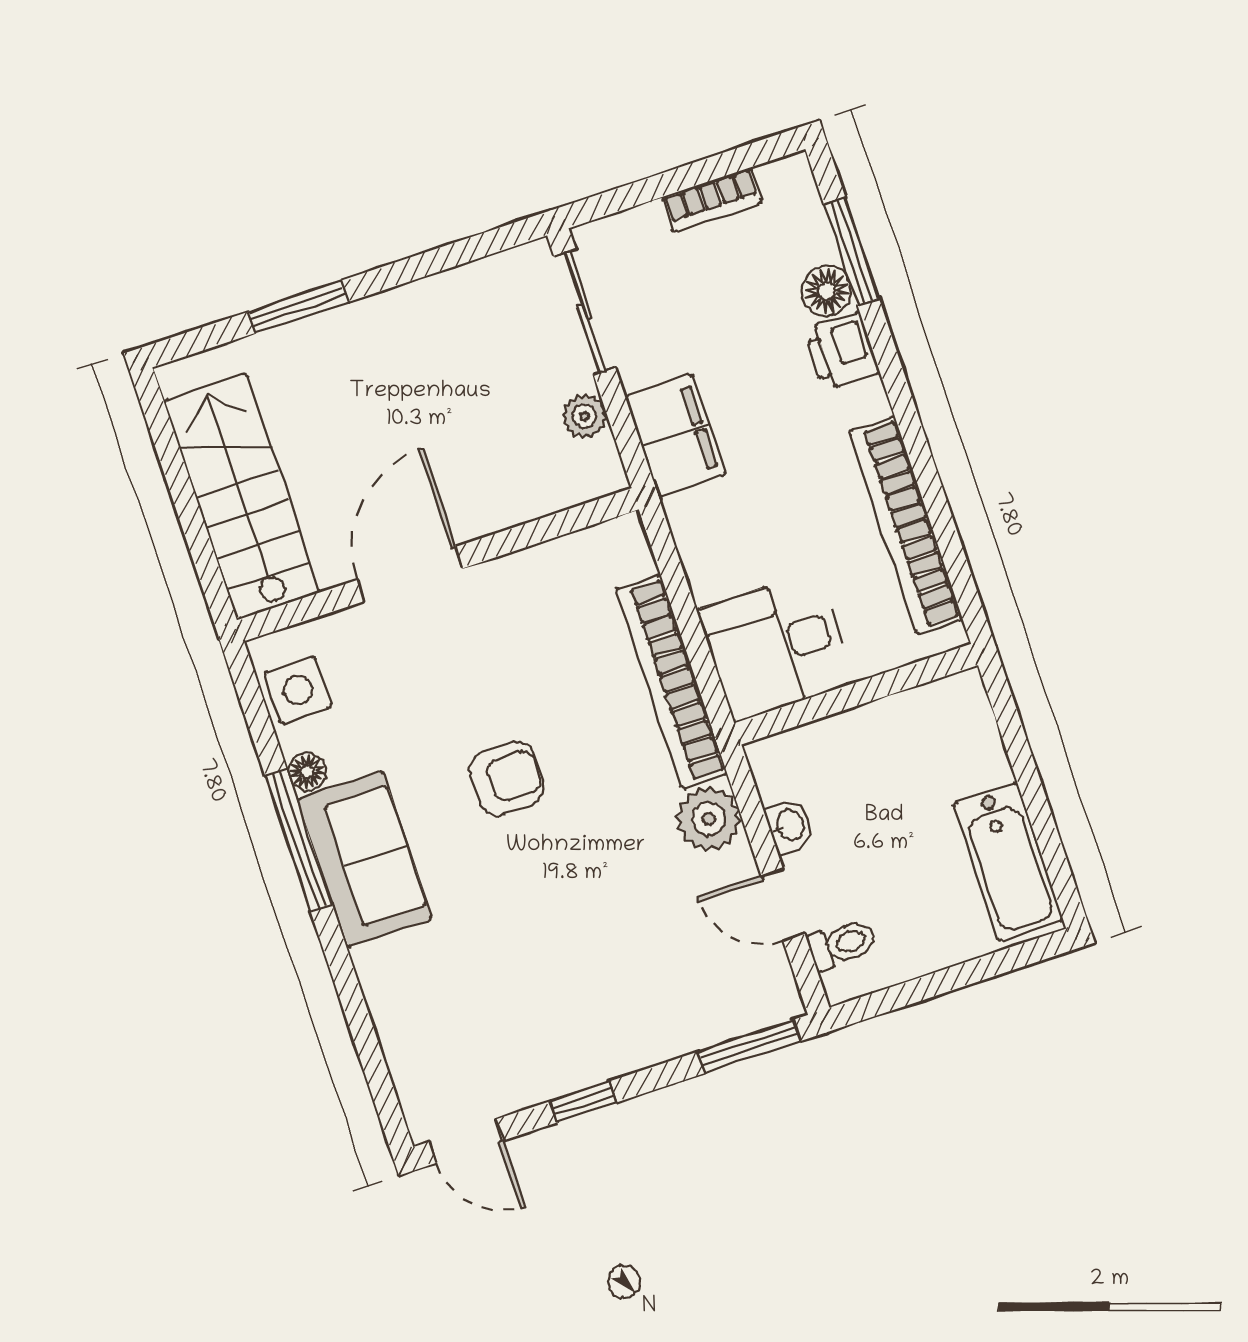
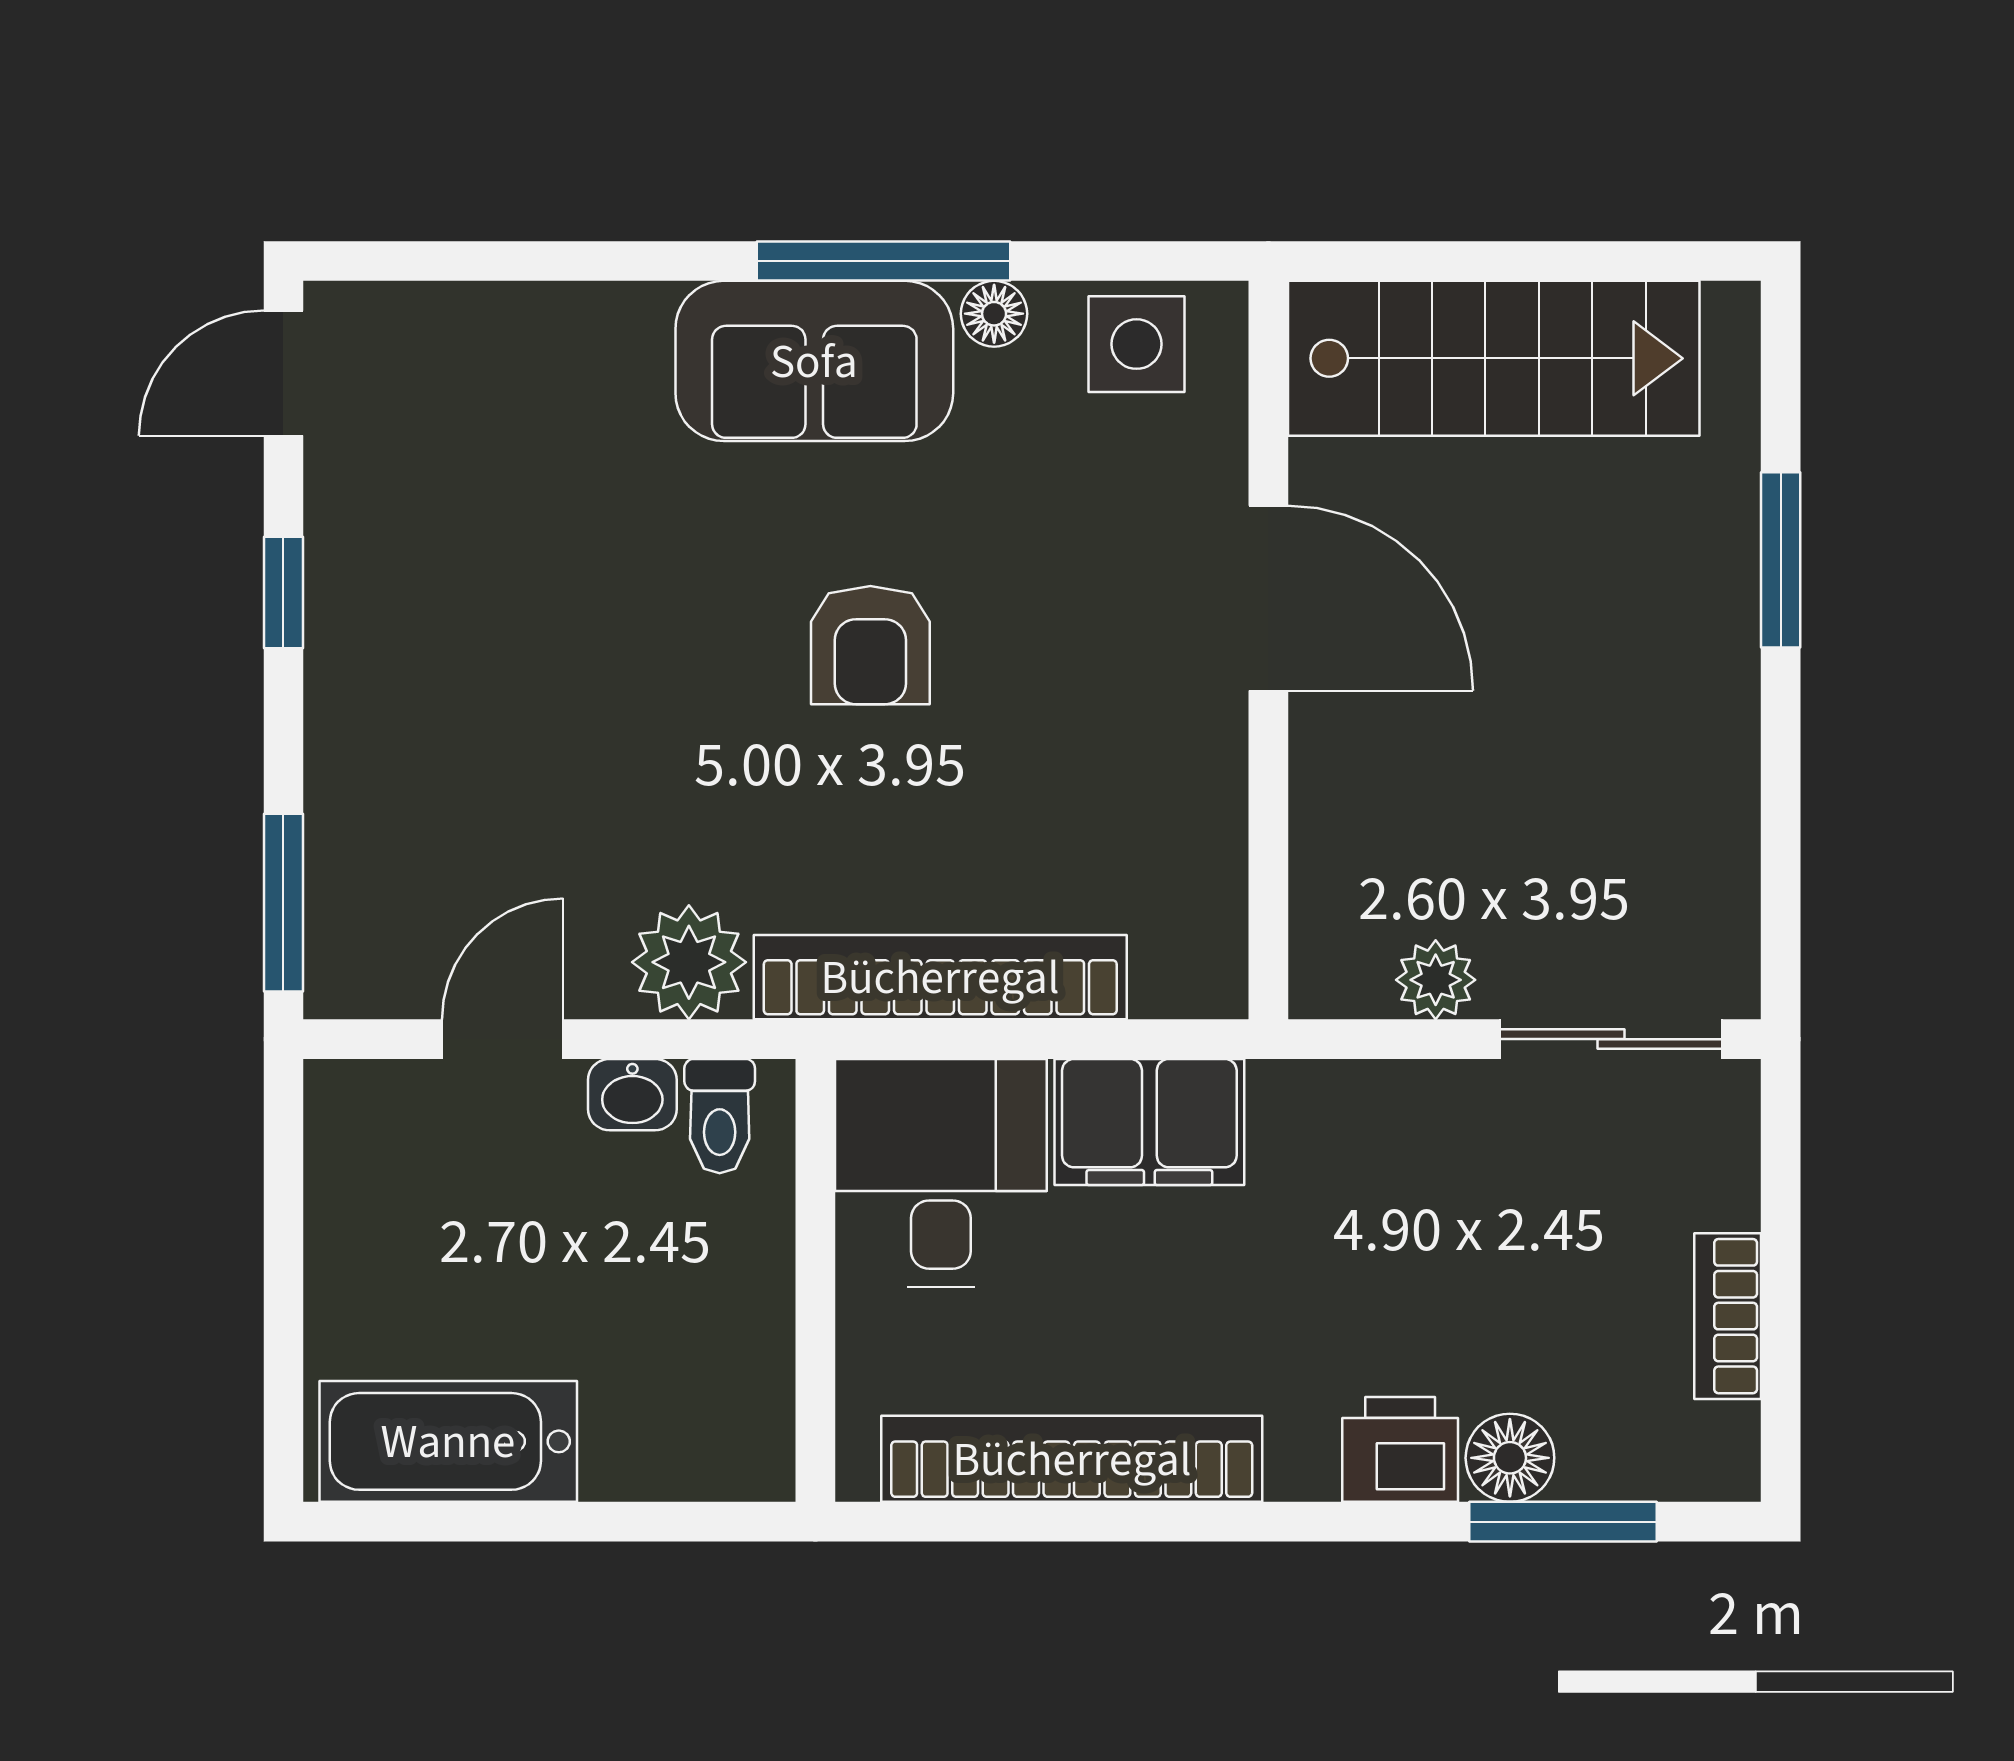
filing cabinet: (675, 435) -> (1149, 1122), moved
toilet: (842, 944) -> (720, 1116), moved

